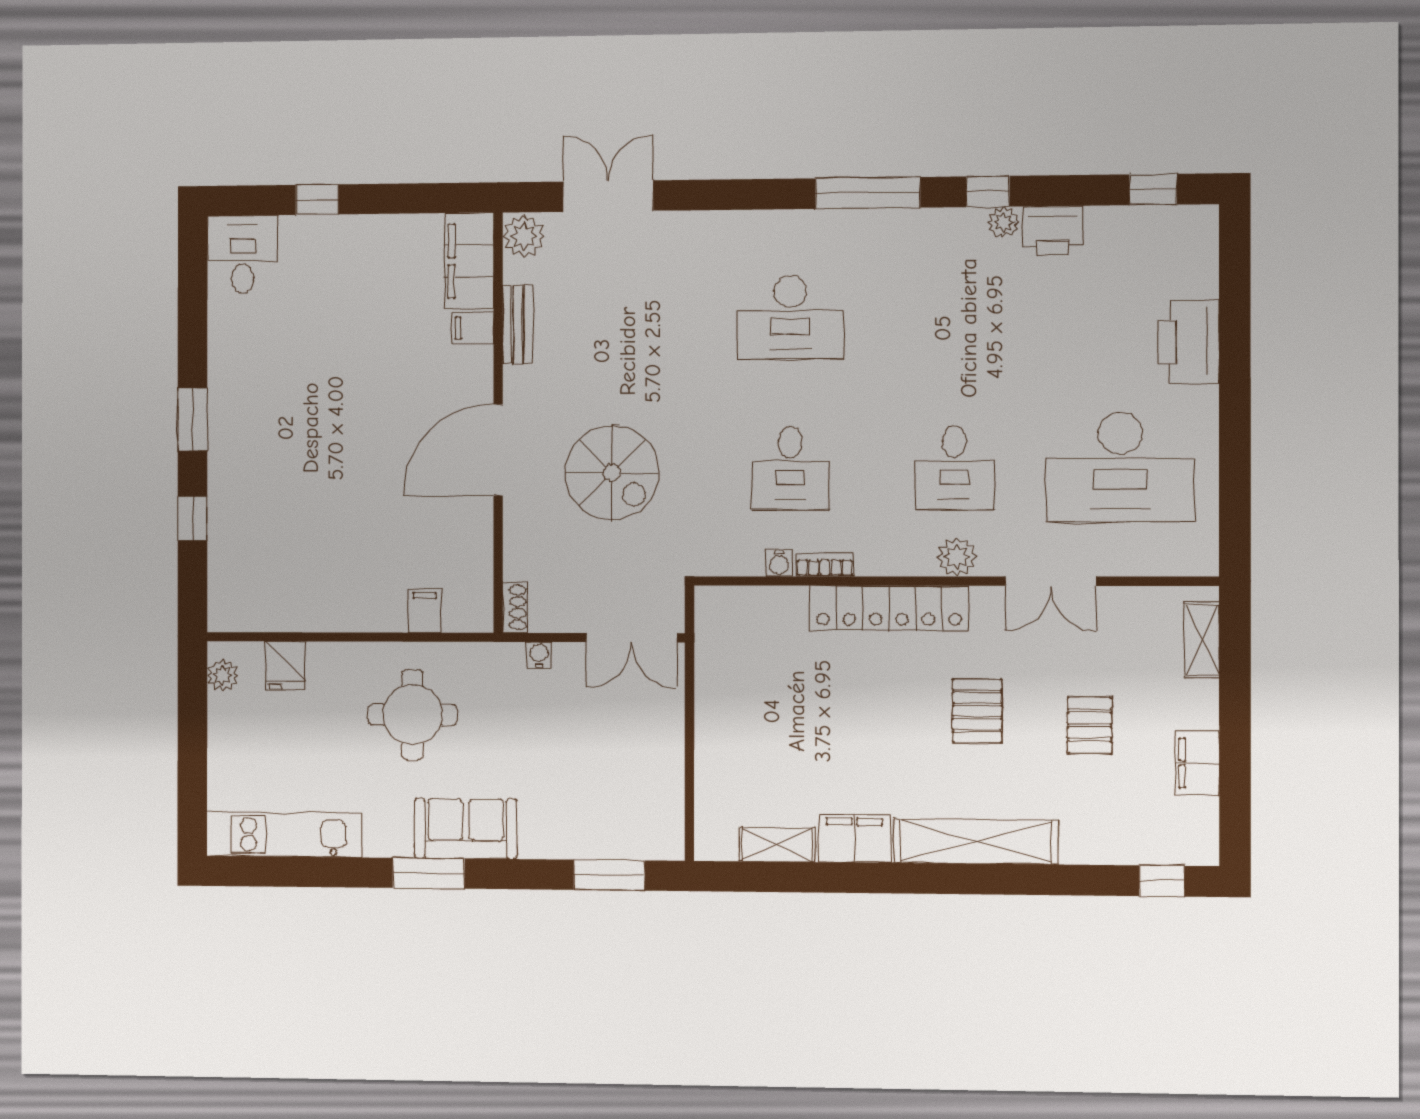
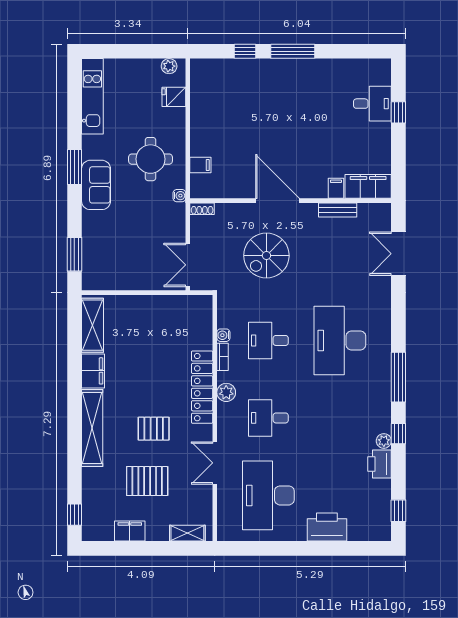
double door: (608, 196) -> (398, 254), swing flipped
plant: (524, 236) -> (380, 213), removed
desk: (243, 254) -> (372, 104), moved
desk: (790, 317) -> (340, 340), width x1.36, depth x1.30
window: (193, 420) -> (293, 51), width x1.44
plant: (957, 557) -> (226, 392), moved
water cooler: (539, 655) -> (179, 196), moved
pallet: (1090, 725) -> (147, 481), width x1.50, depth x1.42
shelving: (777, 844) -> (93, 325), width x1.50, depth x1.33

